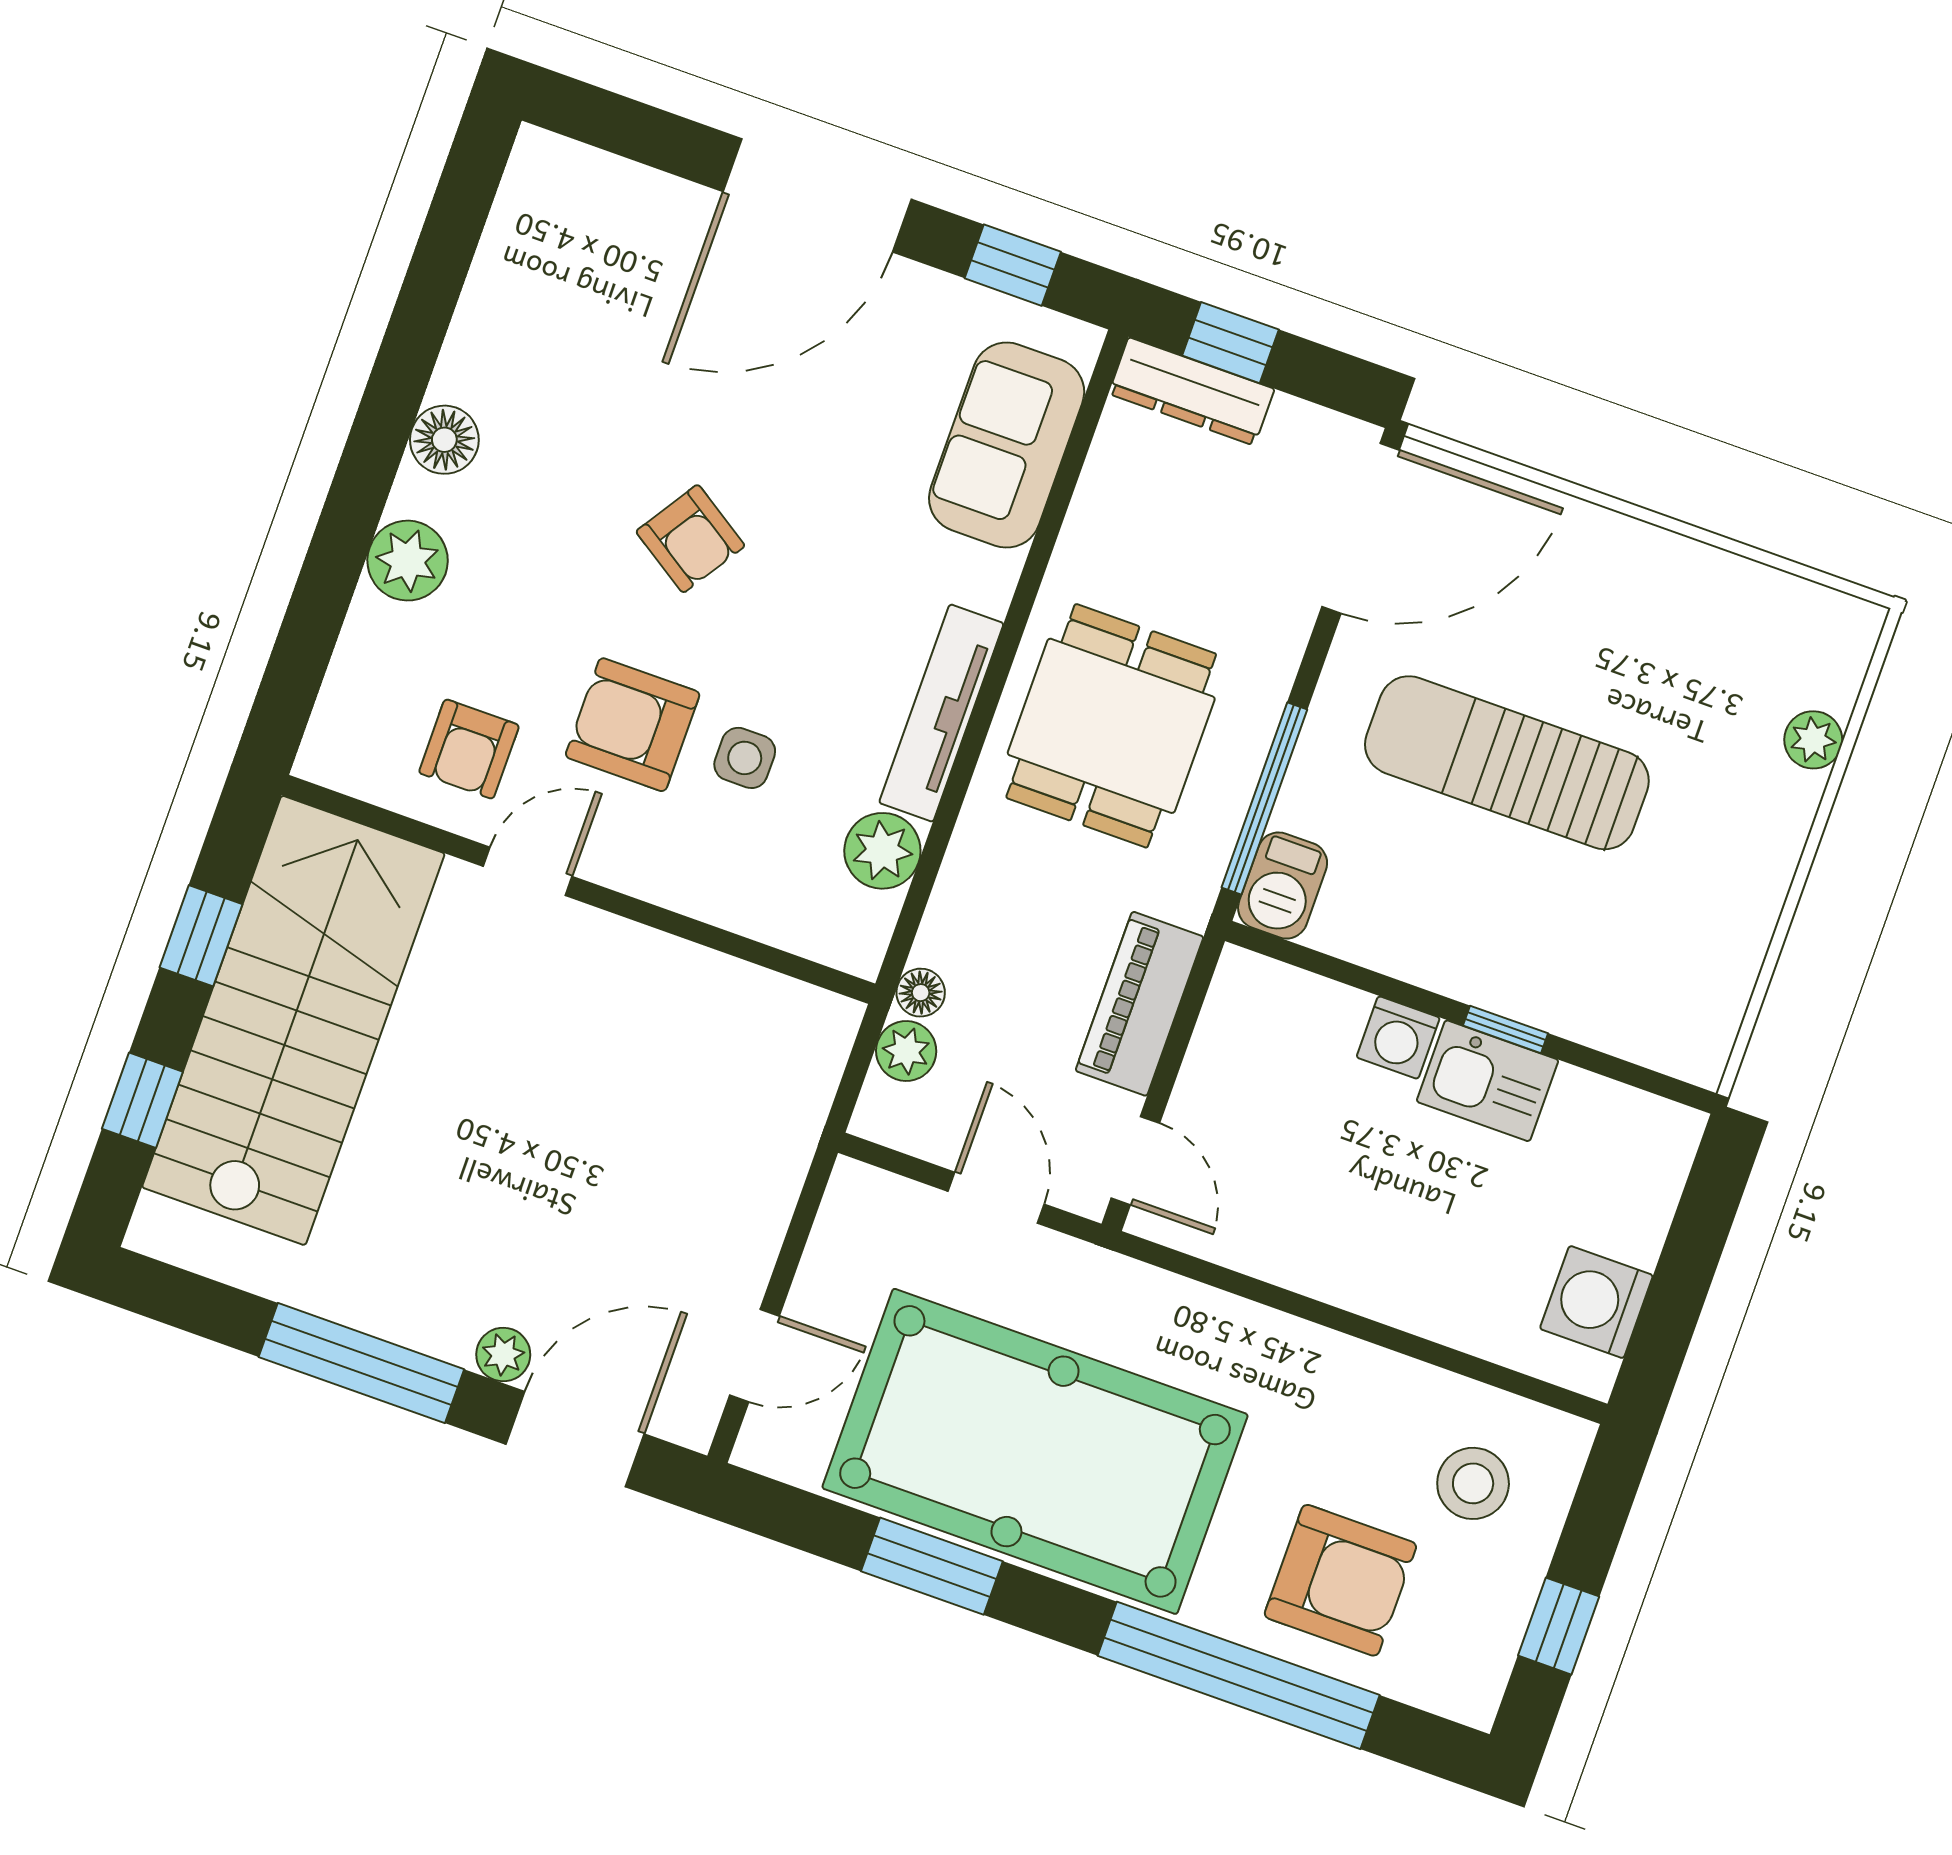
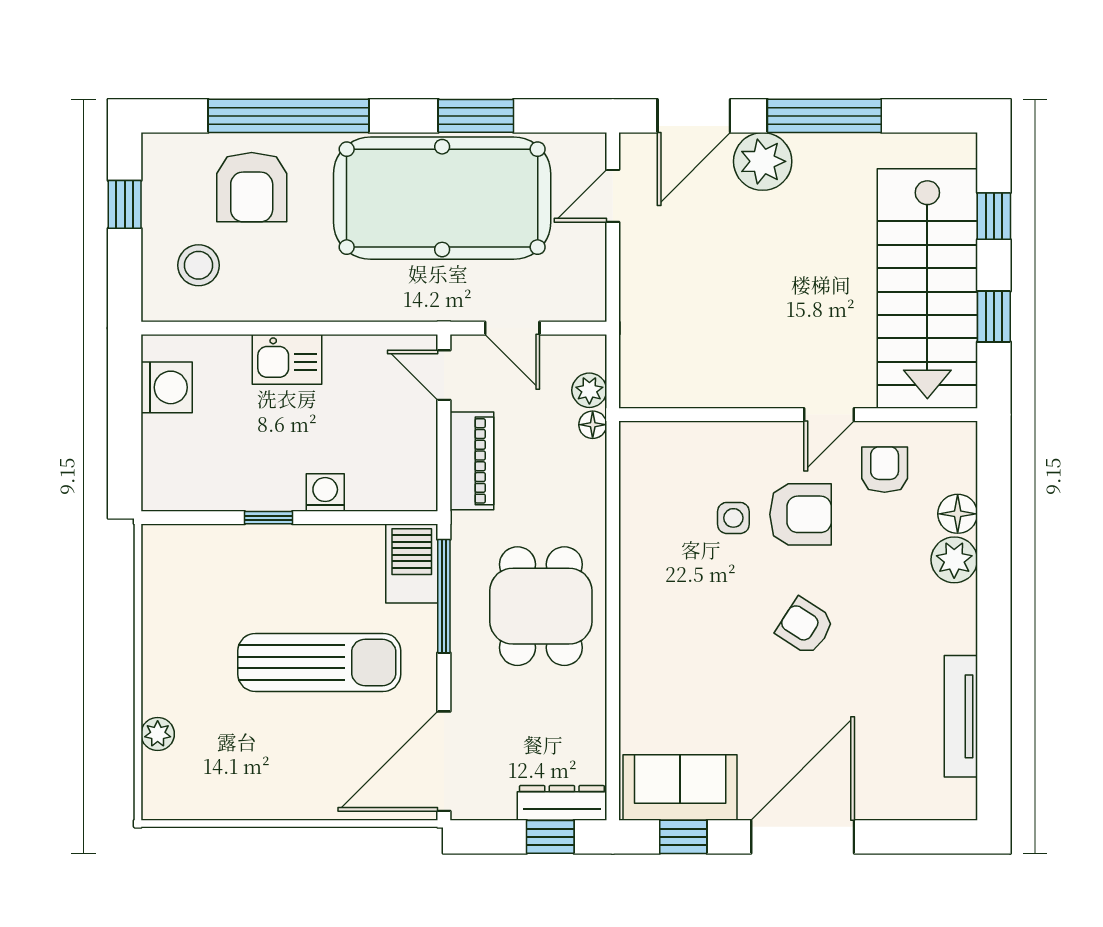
floor lamp: (444, 440) -> (958, 514), moved
sofa: (1007, 445) -> (680, 788), moved, turned -90
tv unit: (941, 713) -> (961, 716), moved, turned 180
plant: (882, 851) -> (641, 494), removed
barbecue: (1283, 885) -> (412, 563), width x1.38, depth x1.27
kitchen sink: (1488, 1081) -> (287, 359), moved, turned 180
plant: (503, 1355) -> (763, 161), width x1.88, depth x1.88
armchair: (1340, 1580) -> (252, 187), turned -90

